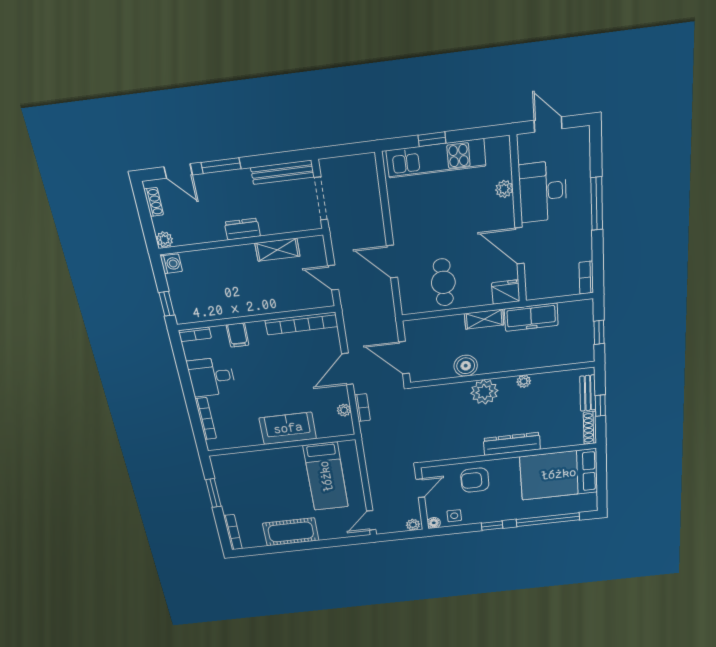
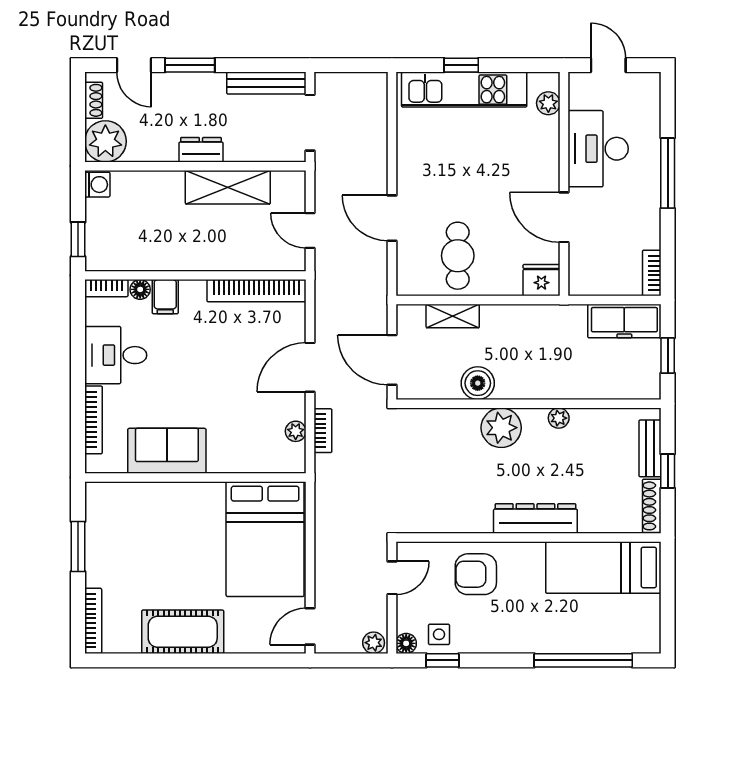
plant: (504, 189) -> (548, 103), moved
plant: (164, 240) -> (105, 141), width x1.88, depth x1.88
shelving: (277, 250) -> (228, 187), width x1.50, depth x1.33
freezer: (531, 317) -> (624, 321), moved
shelving: (484, 319) -> (453, 316), moved
floor lamp: (219, 332) -> (140, 289), added
sofa: (288, 428) -> (167, 451), moved
bed: (559, 474) -> (603, 567), width x0.67
bed: (326, 476) -> (265, 539), width x1.50
window: (492, 526) -> (443, 660), moved

